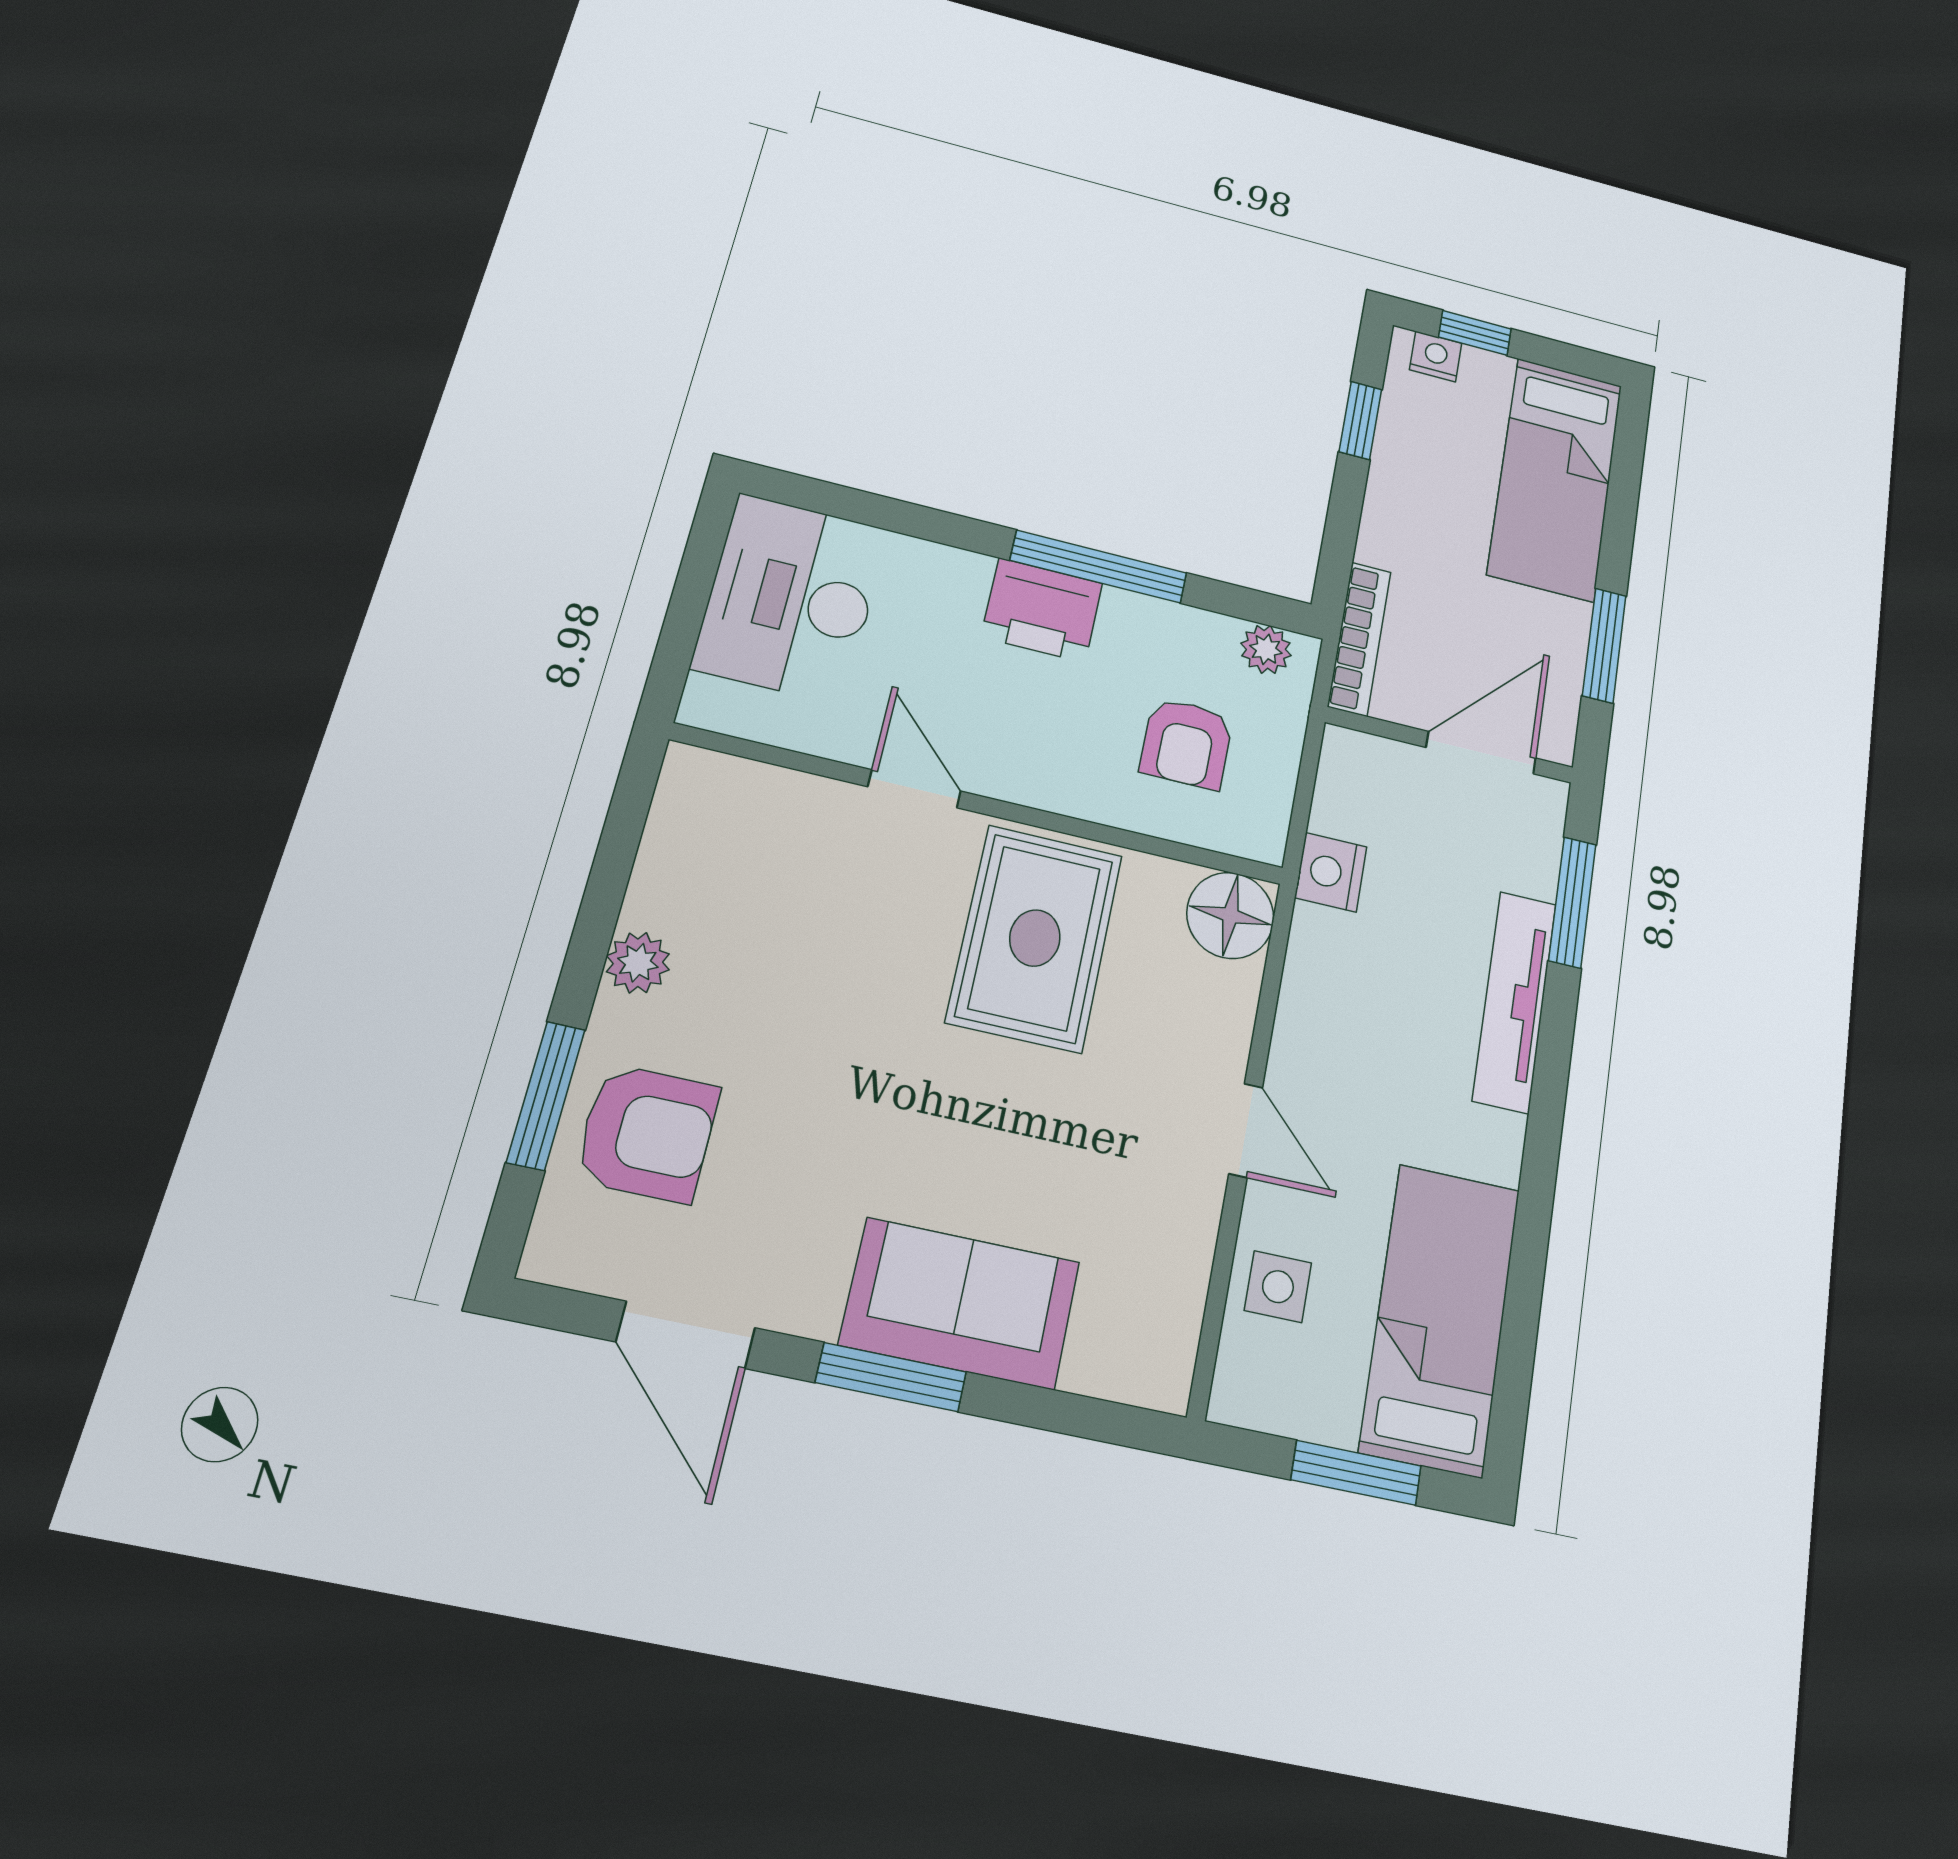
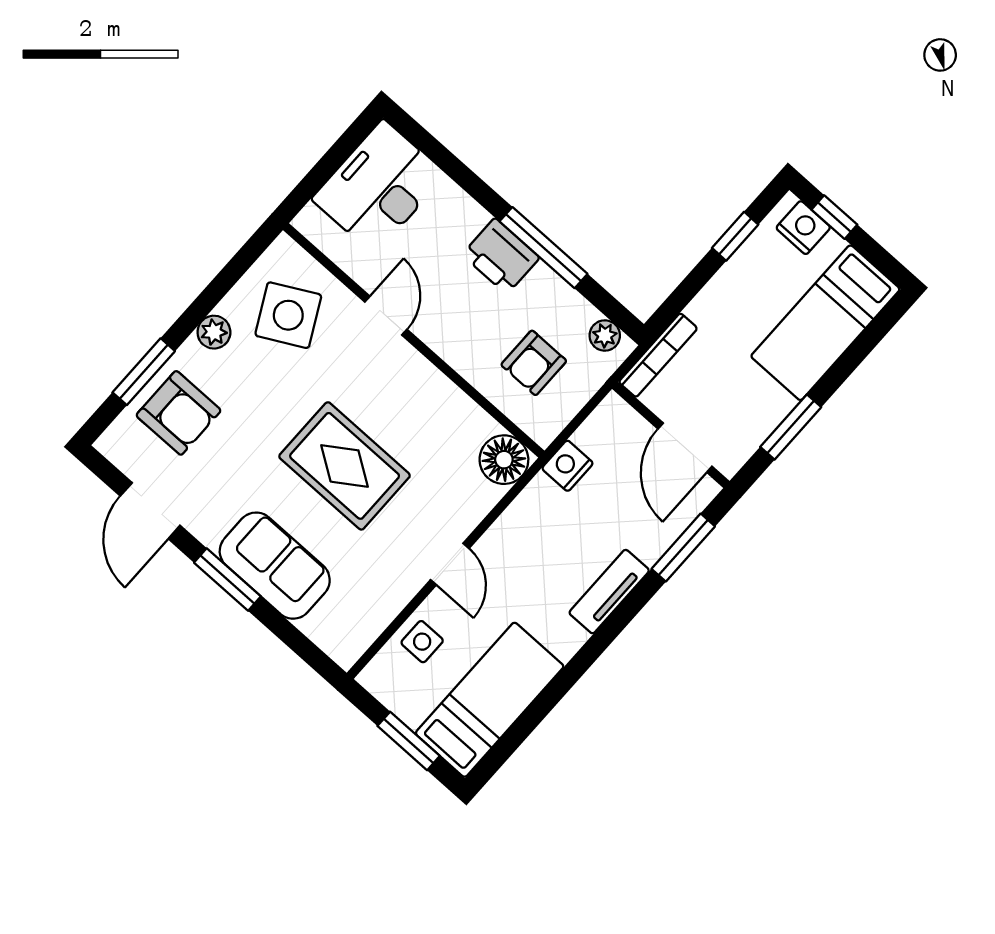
nightstand: (1436, 357) -> (803, 228), width x1.39, depth x1.35
door: (1481, 753) -> (685, 448), swing flipped
side table: (752, 870) -> (288, 315), added
rug: (1035, 938) -> (345, 466), moved, turned 90
tv unit: (1515, 1001) -> (609, 592), width x0.71

